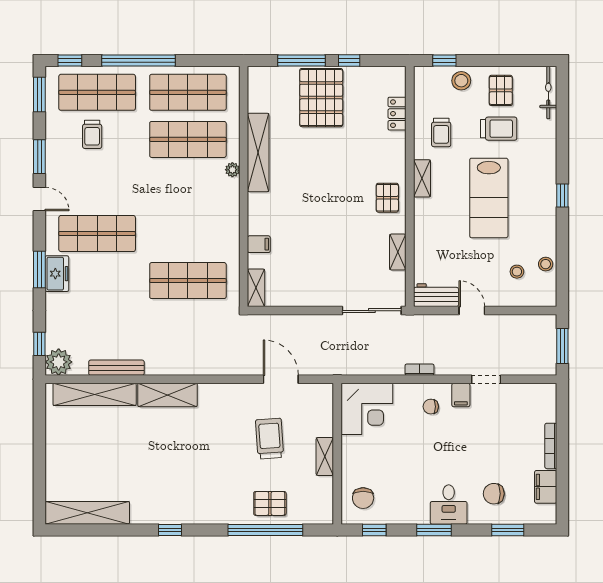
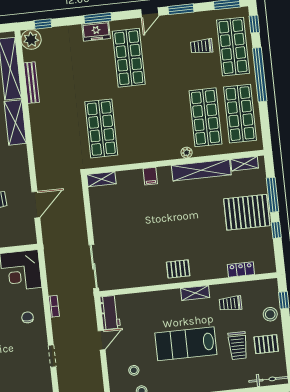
filing cabinet: (259, 244) -> (150, 176), moved
shelving: (398, 252) -> (245, 164), moved
filing cabinet: (461, 395) -> (38, 339), removed

